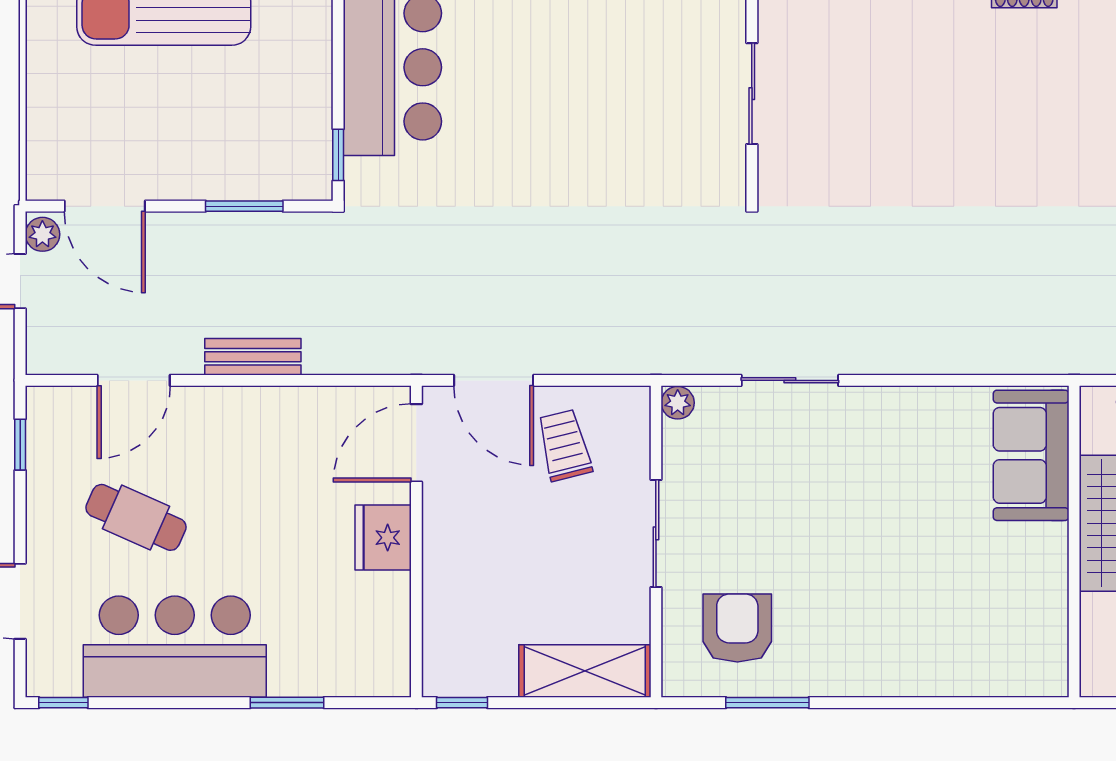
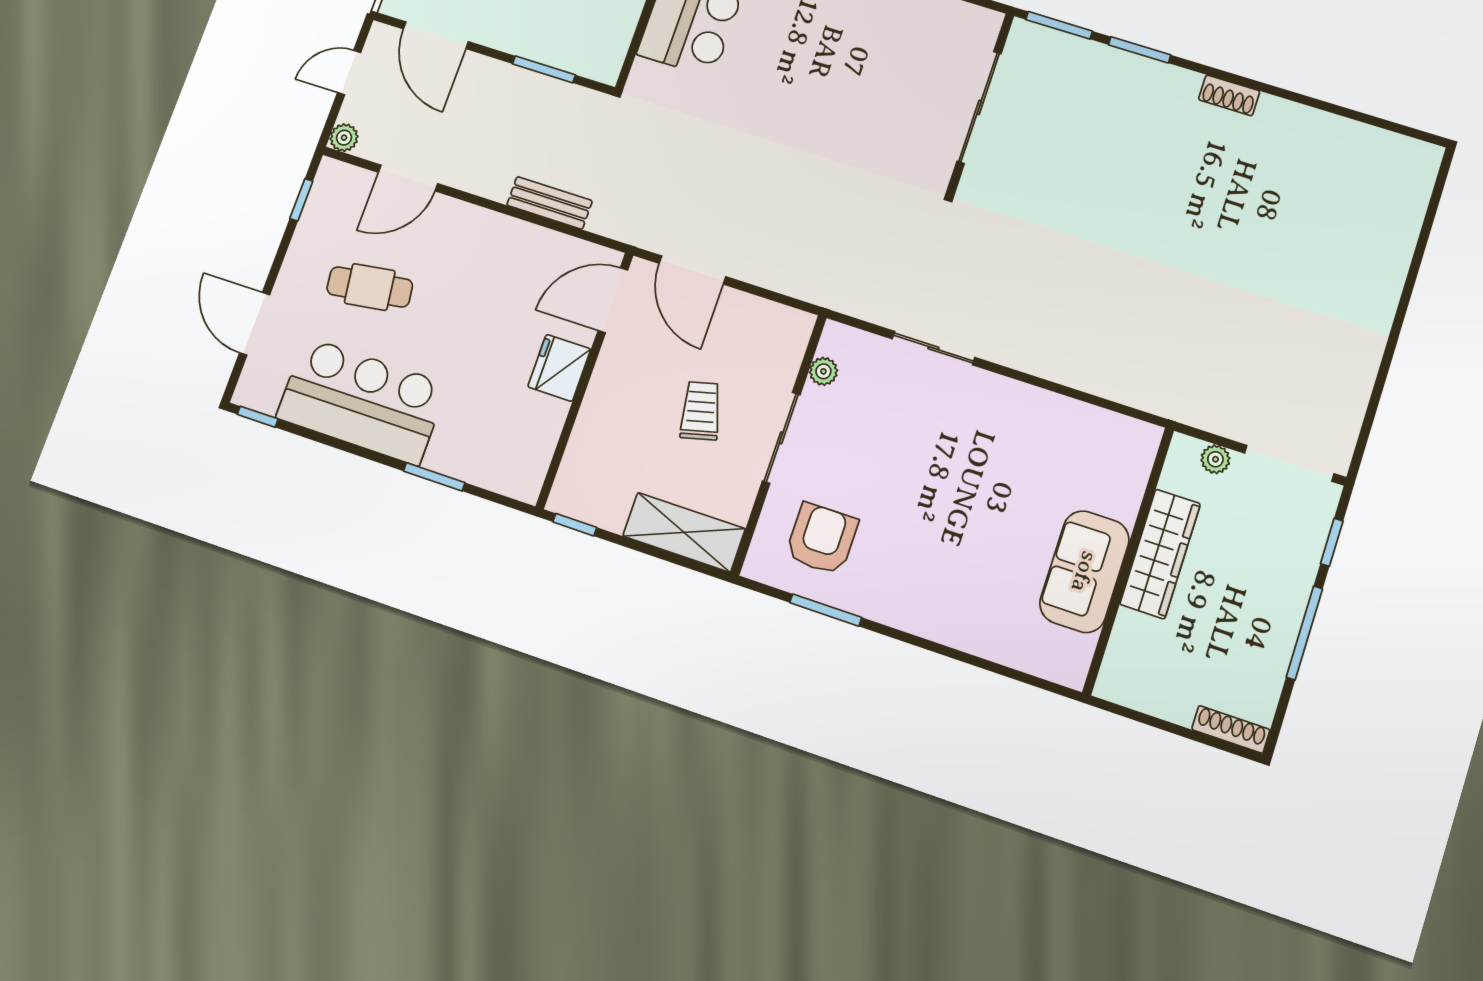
sliding door: (752, 94) -> (979, 107), width x1.37
window: (338, 155) -> (632, 53), removed
plant: (42, 234) -> (344, 138), moved
bench: (253, 357) -> (549, 203), moved
plant: (678, 403) -> (823, 371), moved
trolley: (564, 445) -> (701, 411), moved
sofa: (1031, 455) -> (1084, 572), moved
cafe table: (136, 517) -> (370, 287), turned -32

